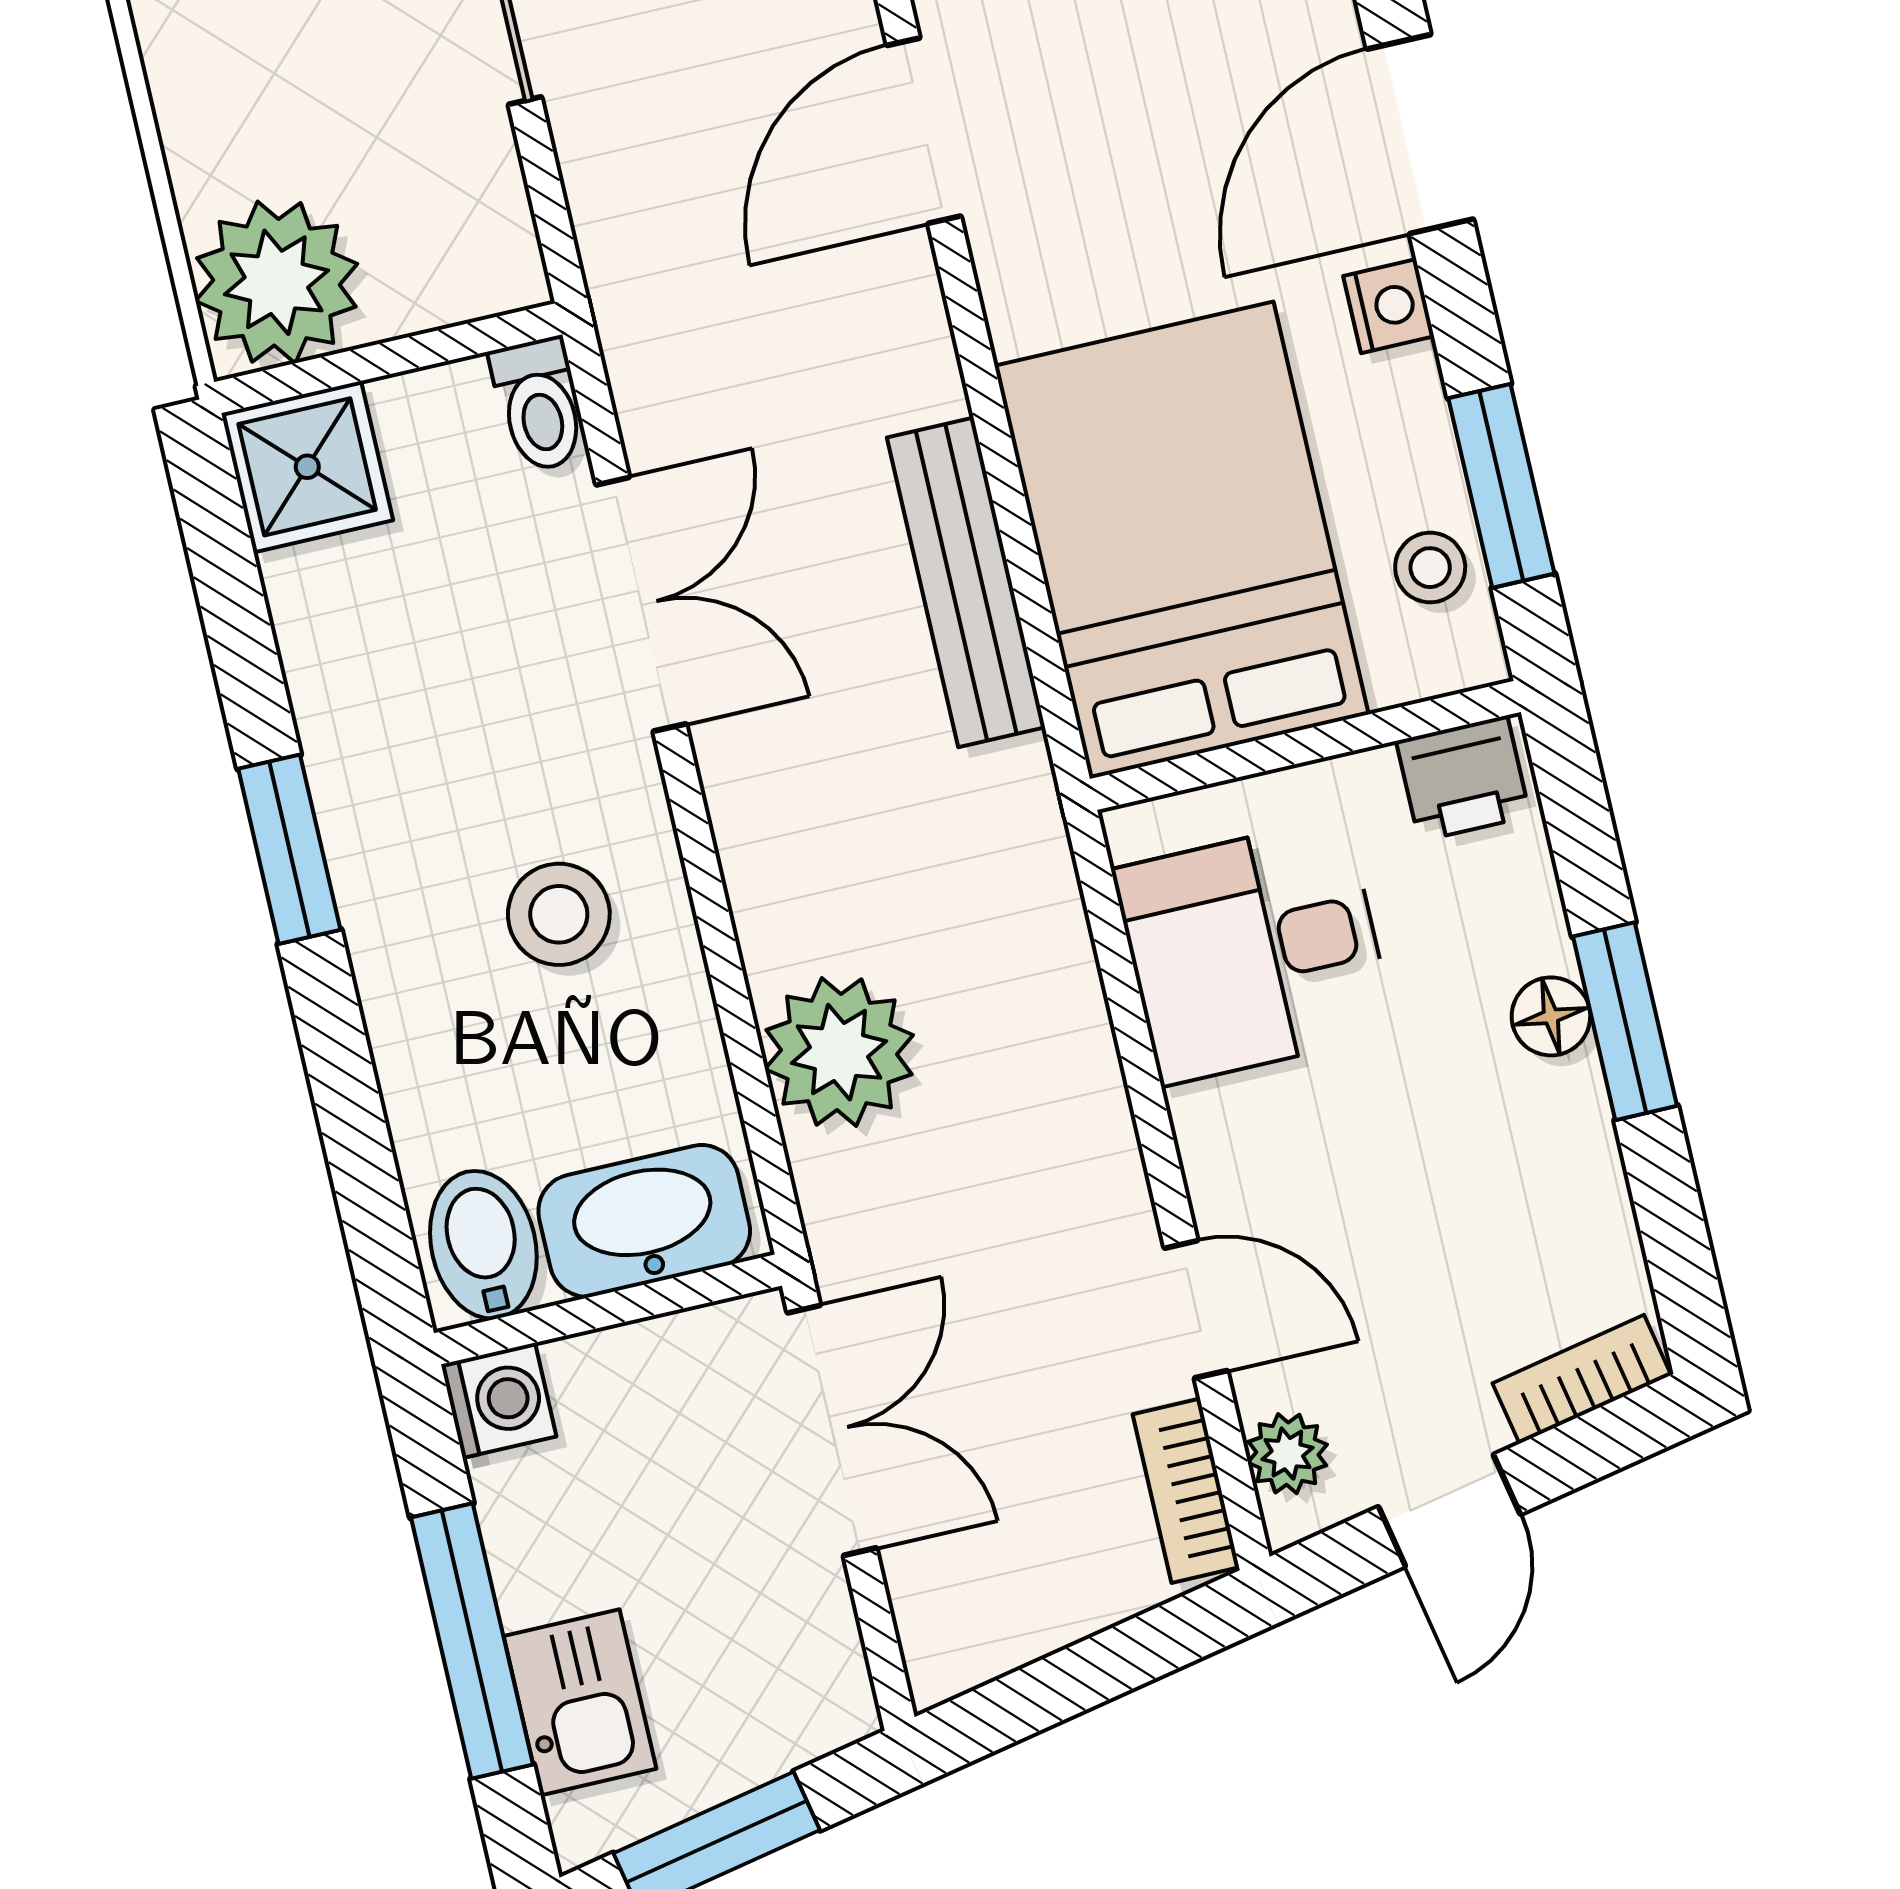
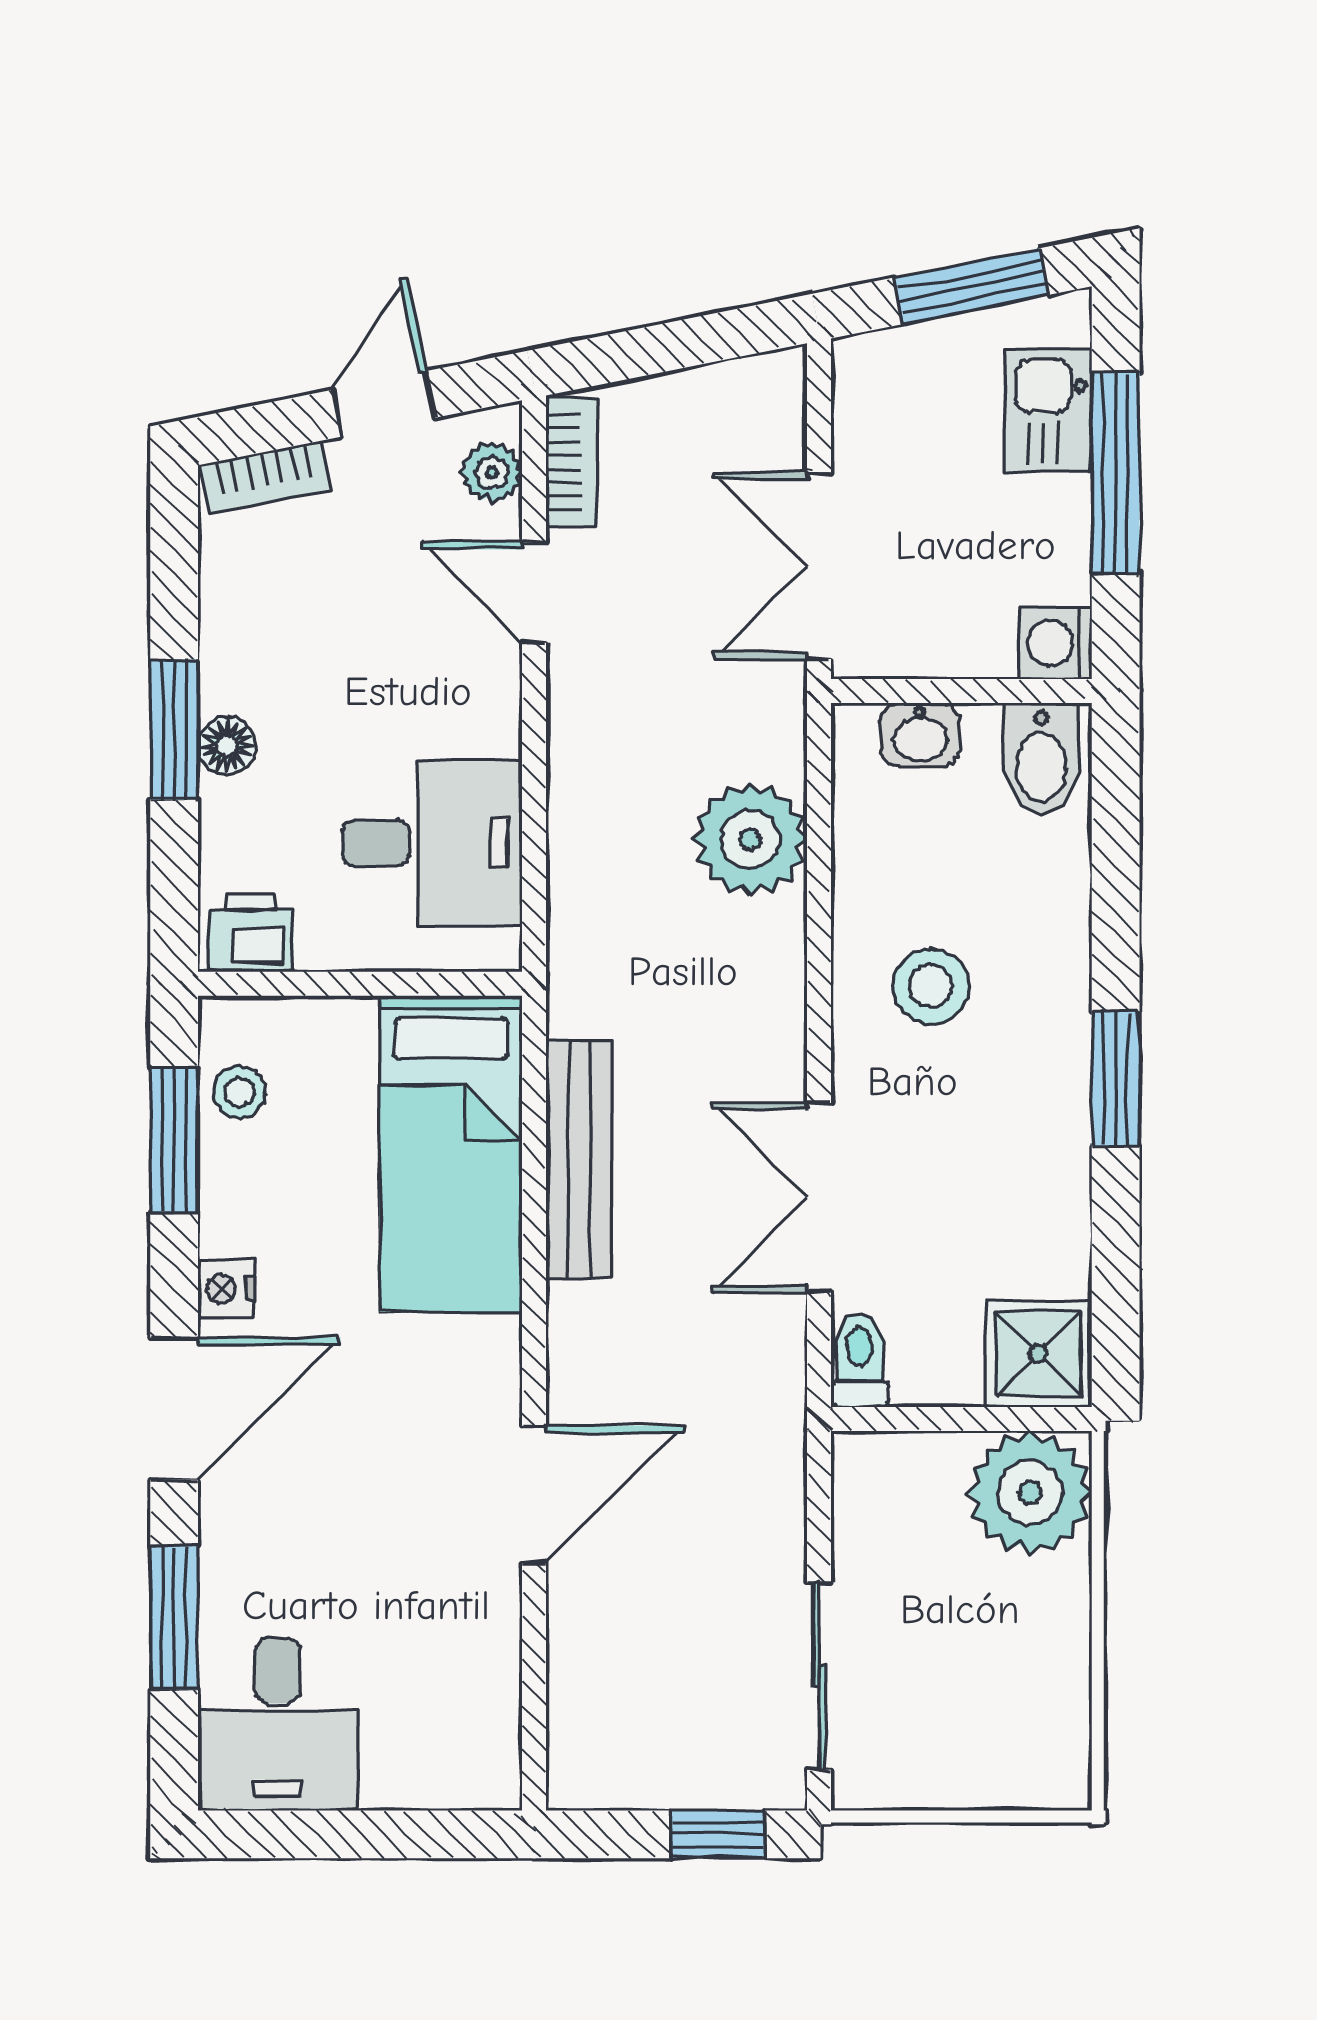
bed: (1182, 540) -> (451, 1154), width x0.67
washbasin: (644, 1221) -> (920, 735), width x0.52, depth x0.69

